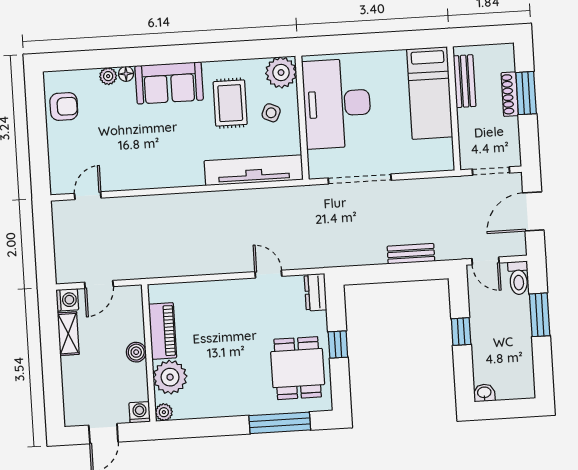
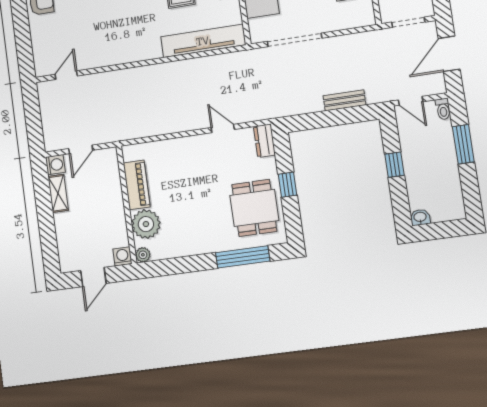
toilet: (518, 278) -> (443, 109), width x0.73, depth x0.72
boiler: (136, 352) -> (116, 205), removed

